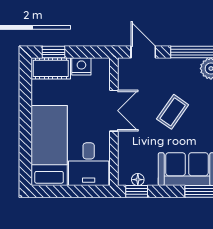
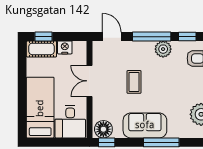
double door: (114, 111) -> (89, 81), swing flipped
coffee table: (173, 112) -> (134, 82), turned -35
floor lamp: (138, 180) -> (103, 129), width x1.89, depth x1.89

